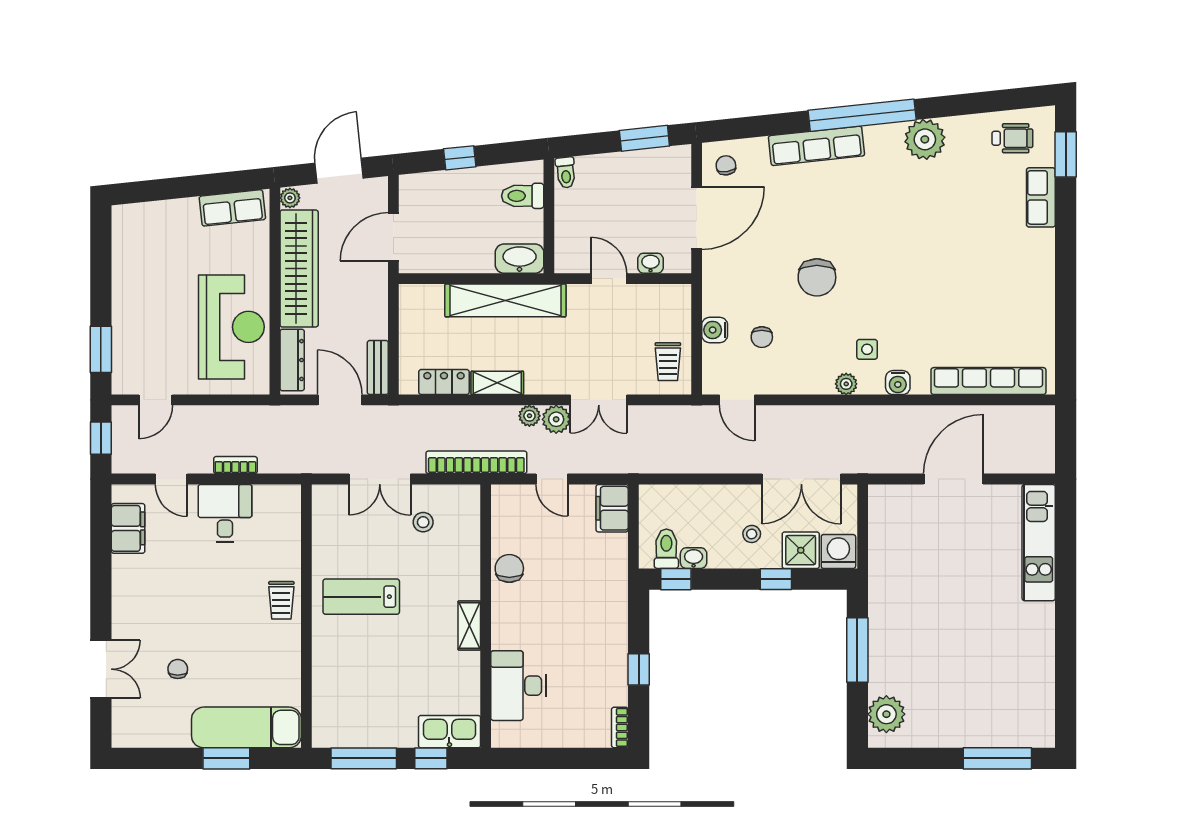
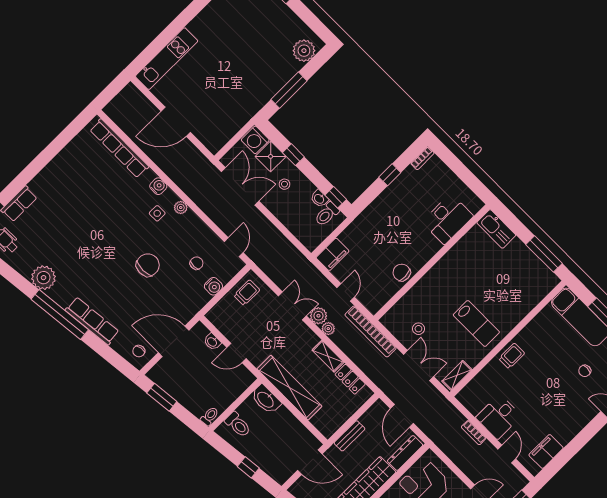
door: (609, 279) -> (236, 353), hinge flipped
bench: (378, 367) -> (349, 436), moved
chair: (509, 568) -> (402, 273), turned 87
shelving: (469, 626) -> (457, 375), moved
window: (431, 758) -> (516, 225), removed

